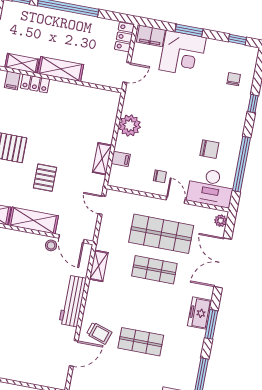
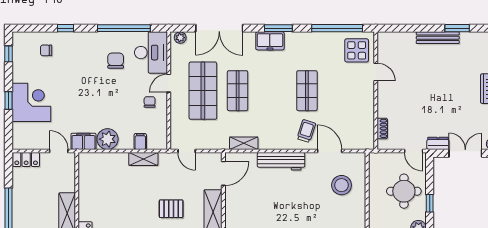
window: (189, 30) -> (9, 101), width x0.67
filing cabinet: (151, 36) -> (83, 141), moved, turned -90
door: (102, 205) -> (187, 151), hinge flipped
stool: (51, 245) -> (342, 185), moved, width x1.89, depth x1.89

